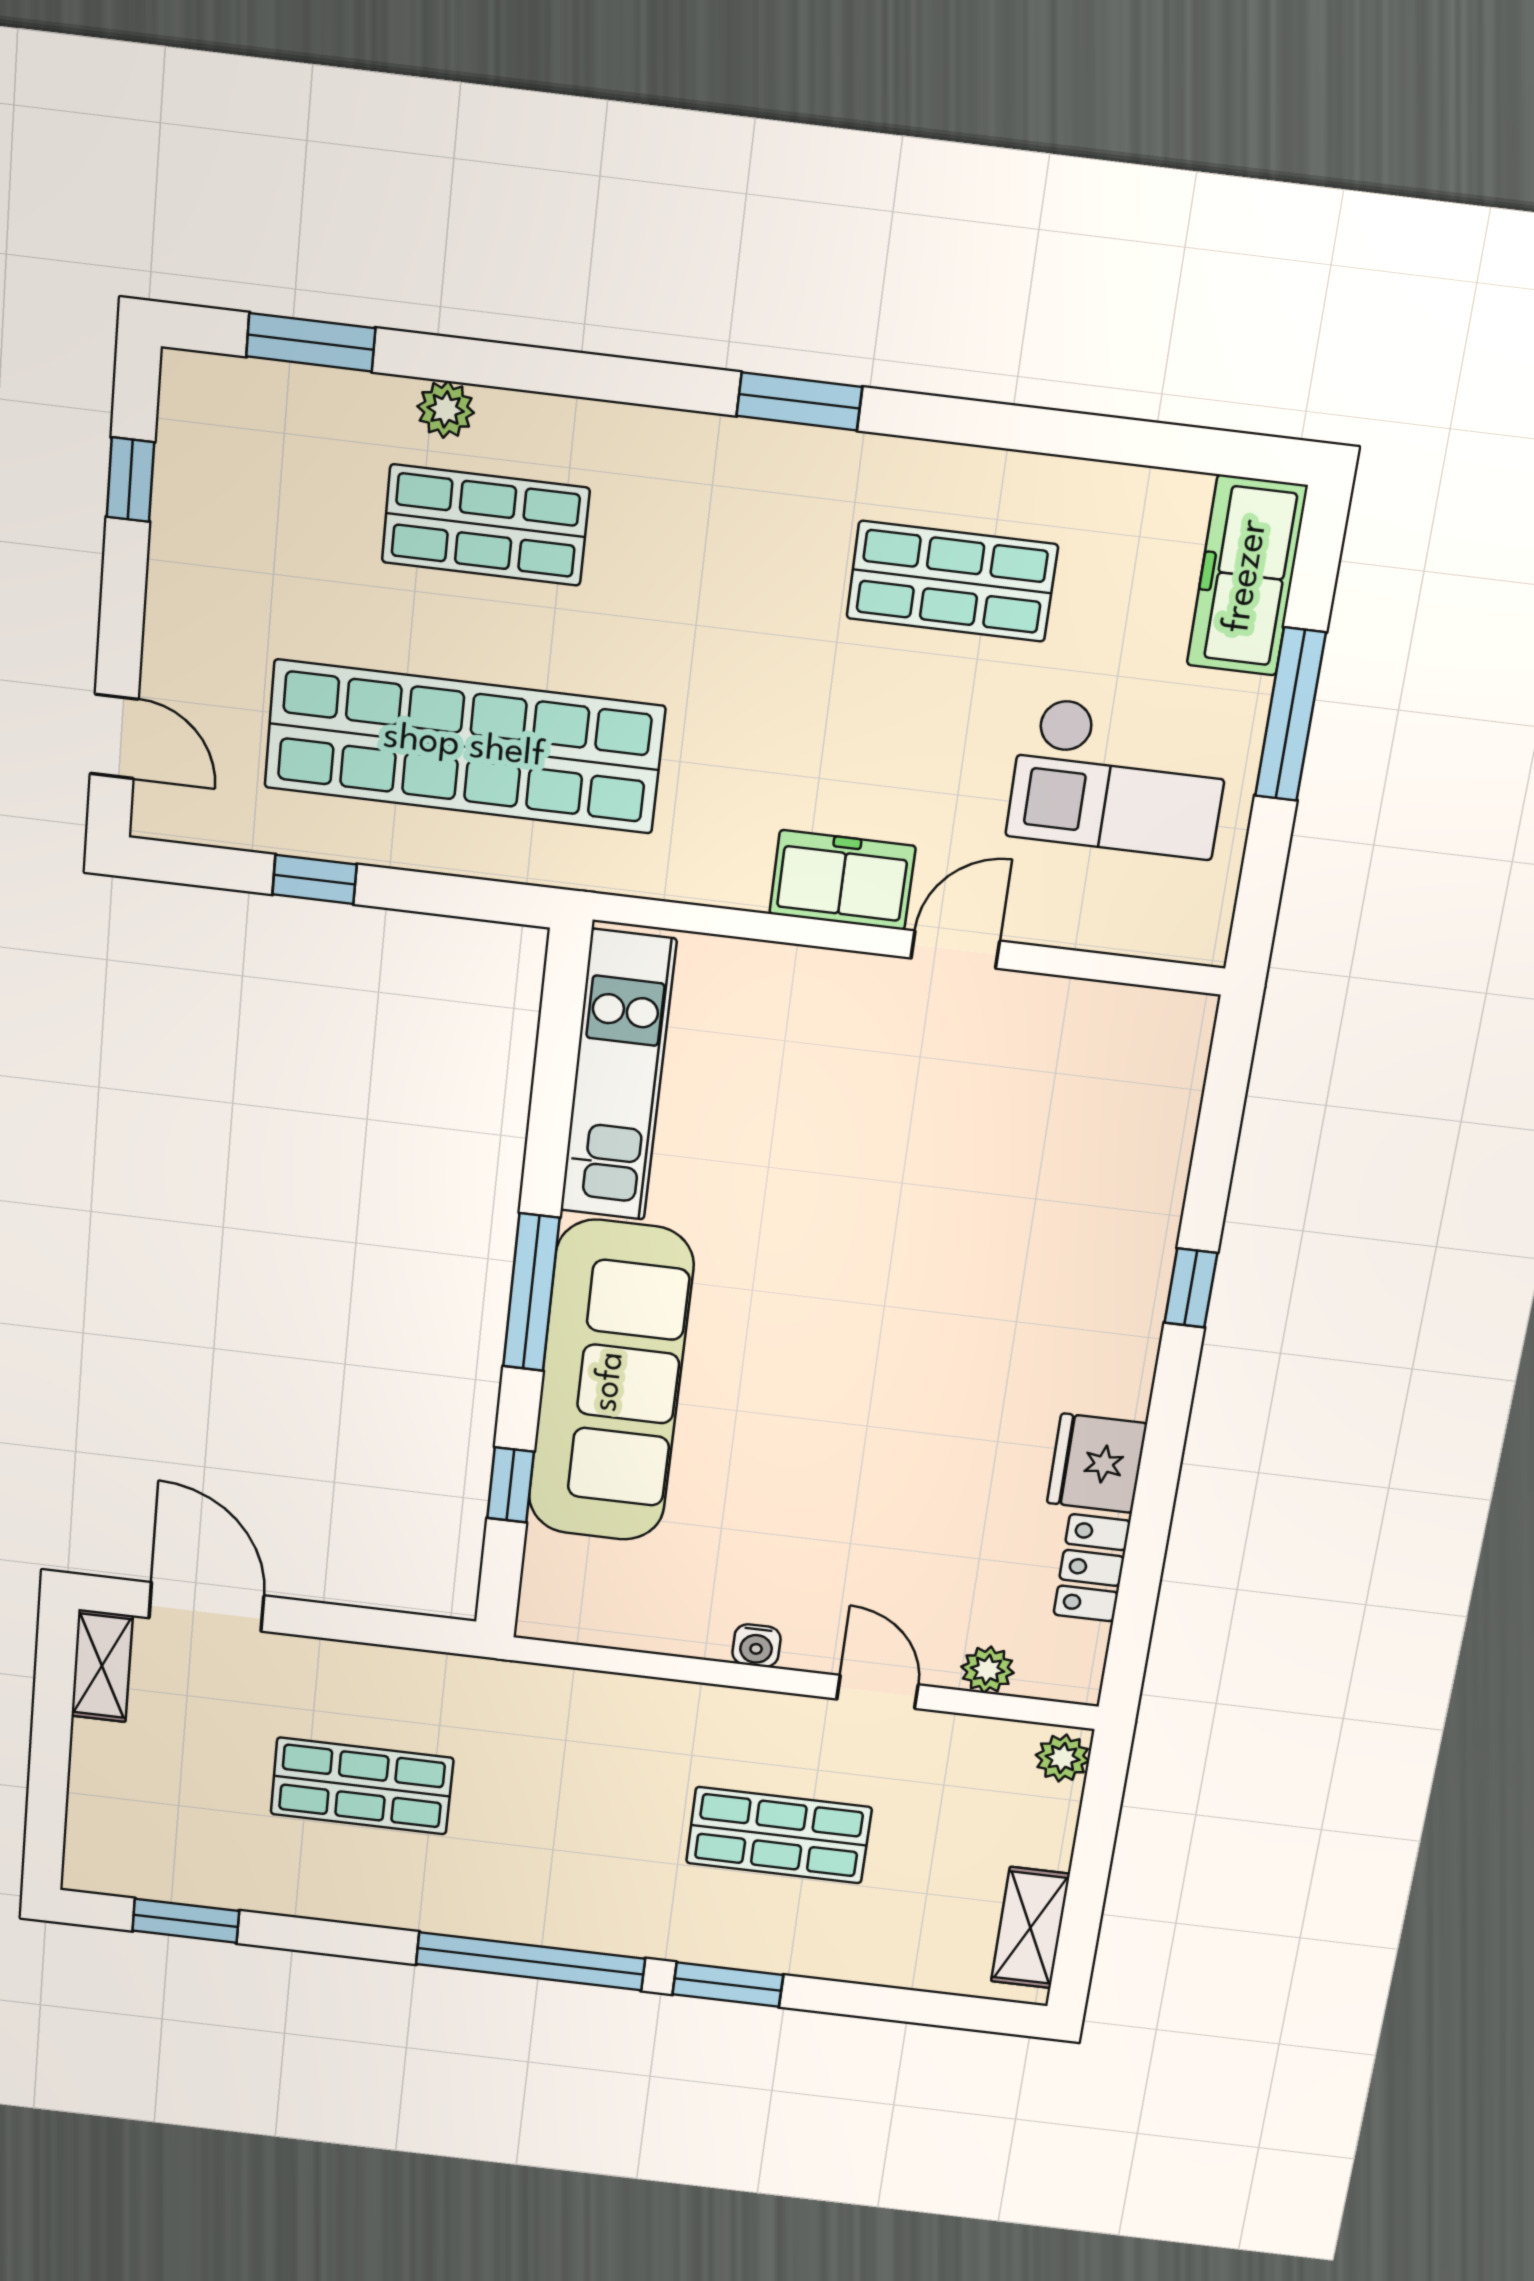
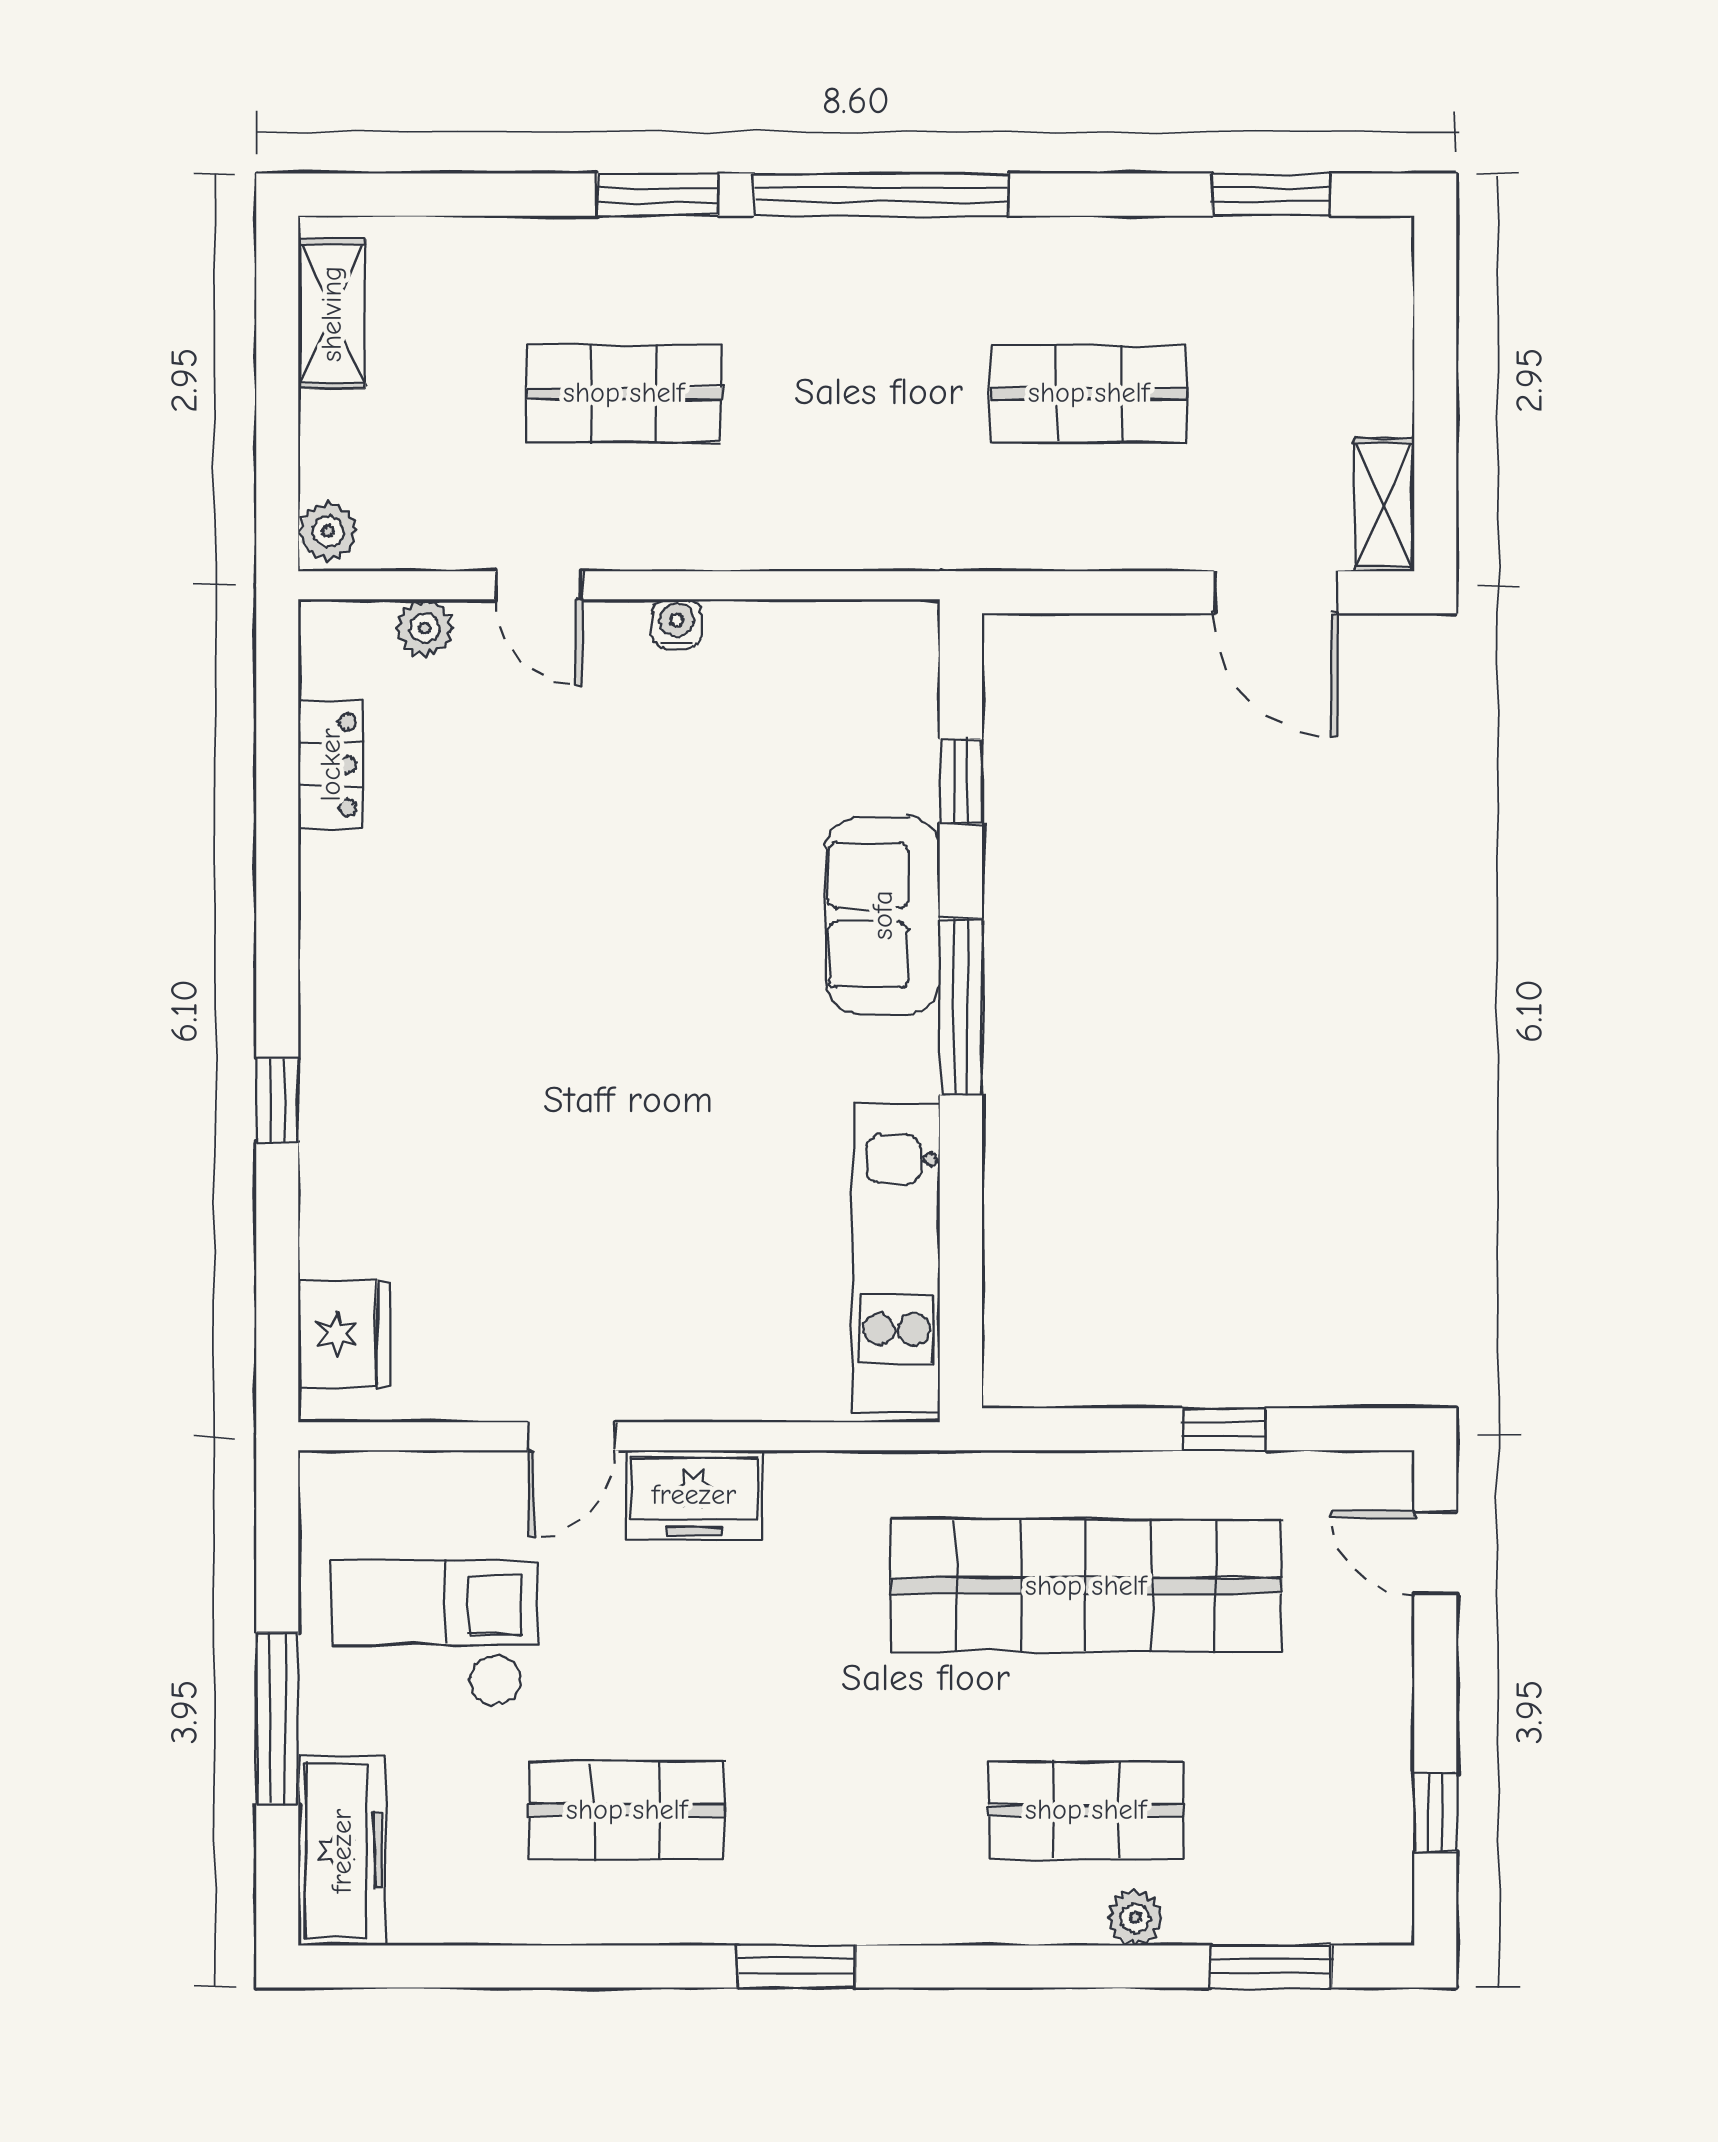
sofa: (610, 1382) -> (883, 915), width x0.54, depth x0.79
fridge: (1097, 1463) -> (344, 1334), moved

